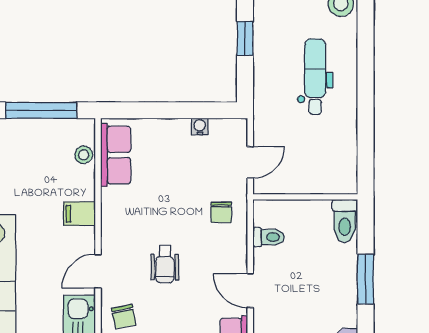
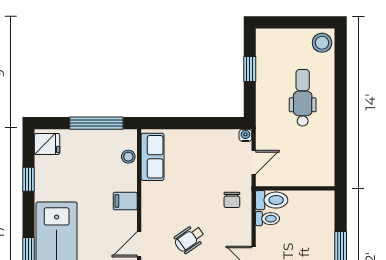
water cooler: (200, 127) -> (245, 135), moved
toilet: (345, 221) -> (272, 200), moved, turned -90
wheelchair: (165, 264) -> (189, 239), turned 55

